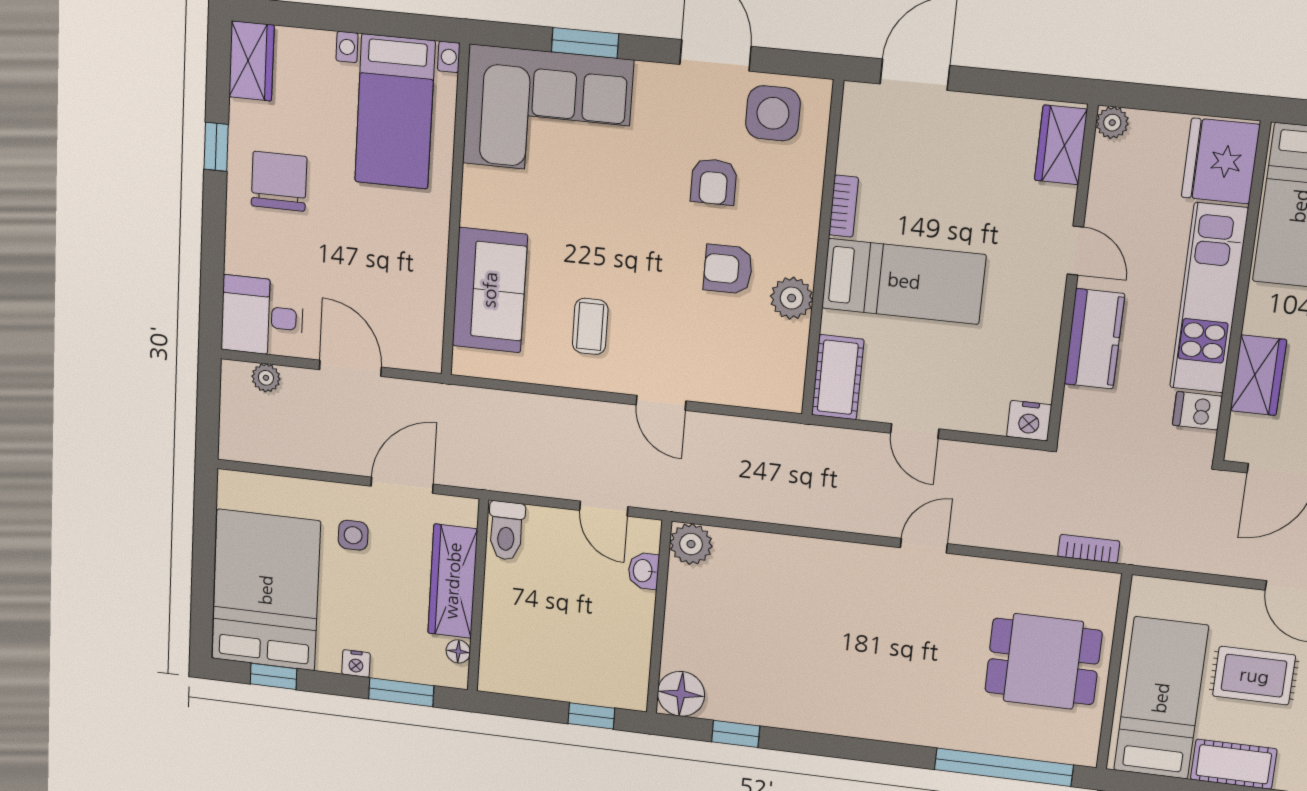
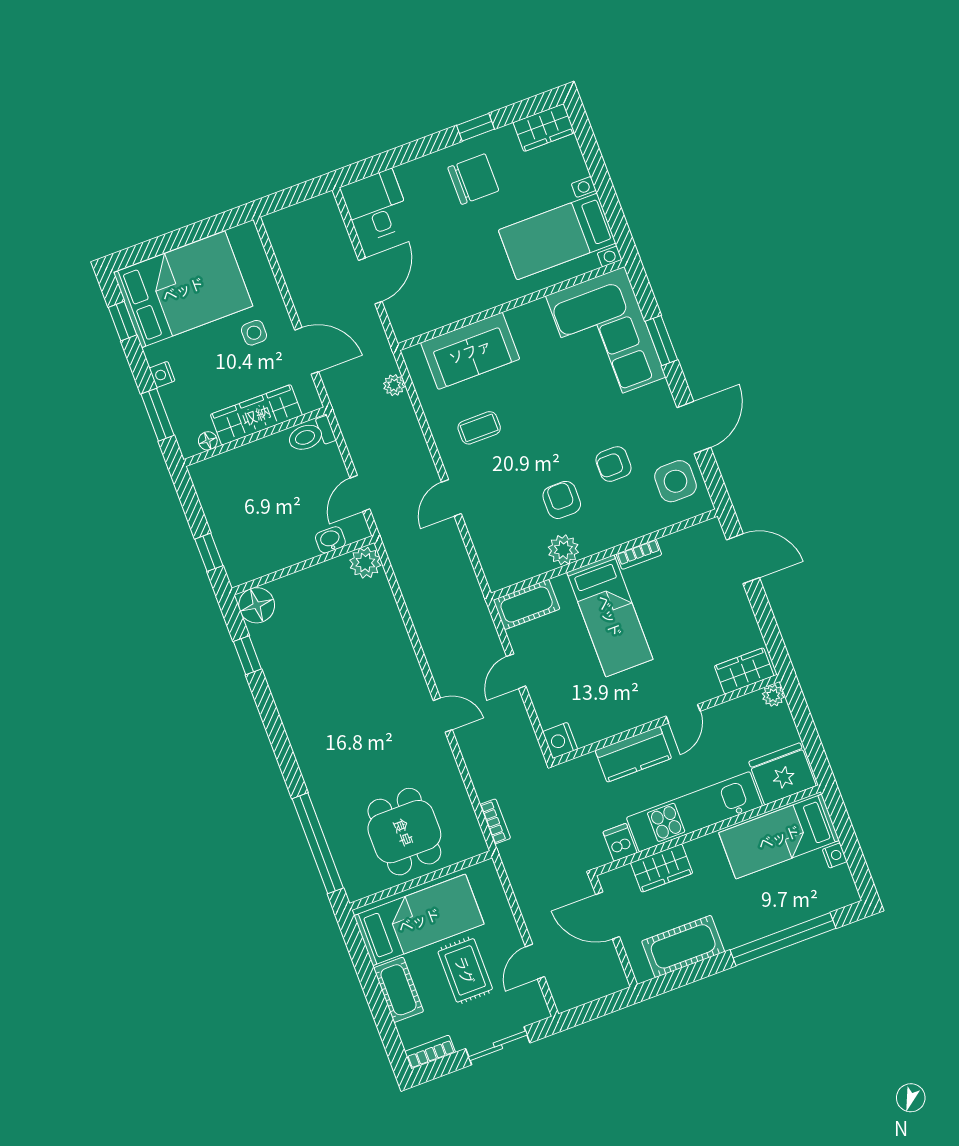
plant: (266, 378) -> (394, 385), moved

